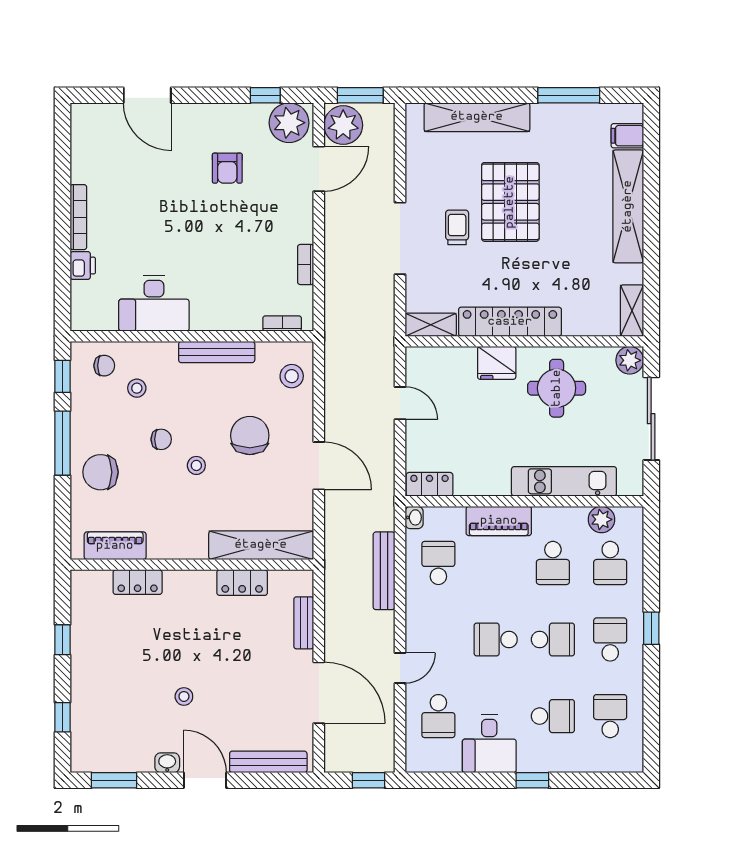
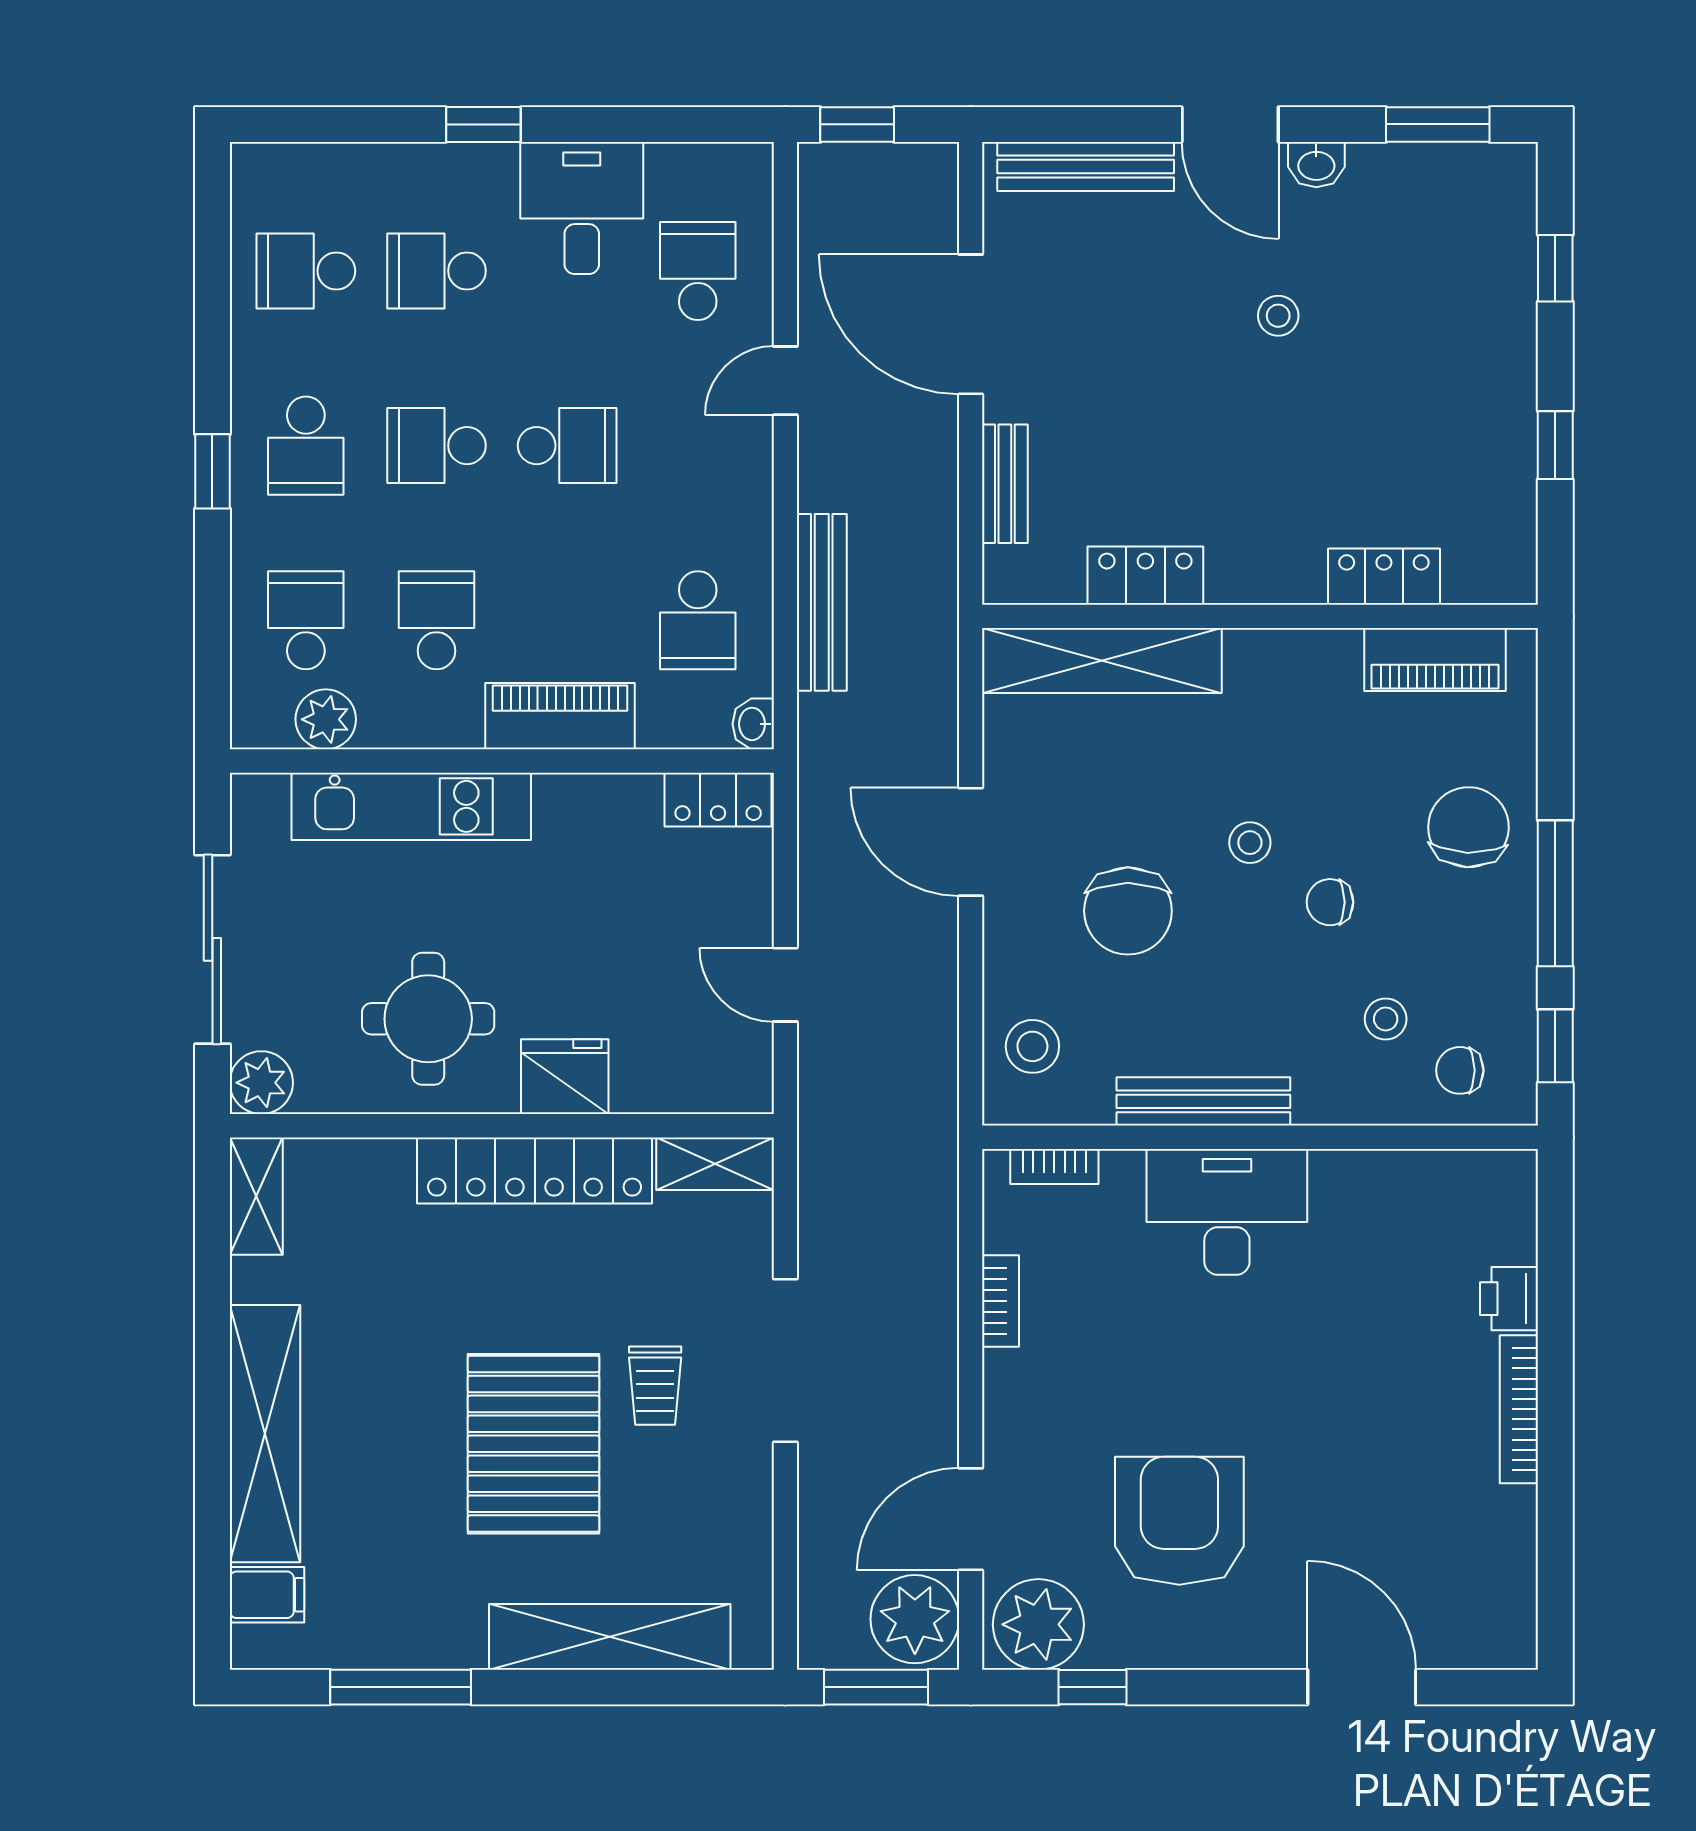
armchair: (227, 168) -> (1179, 1521), width x1.88, depth x1.88
desk: (154, 304) -> (1227, 1212), moved
chair: (100, 472) -> (1468, 827), turned -88
school desk: (610, 716) -> (306, 271), turned 90

